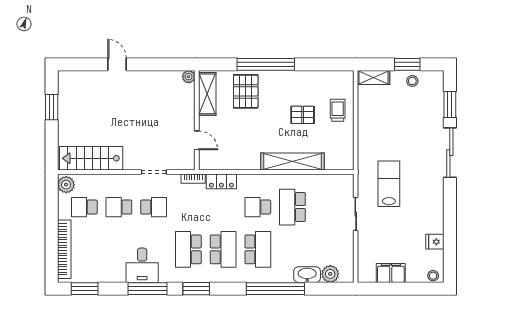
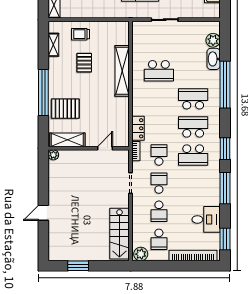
shelving: (325, 77) -> (53, 45), added
school desk: (258, 207) -> (159, 155), moved, turned 180
desk: (142, 265) -> (206, 219), moved

